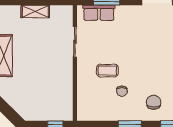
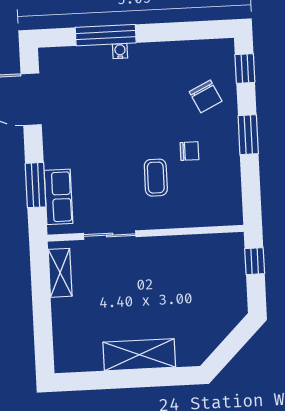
shelving: (35, 11) -> (60, 273), moved
chair: (154, 102) -> (206, 96), turned -116

